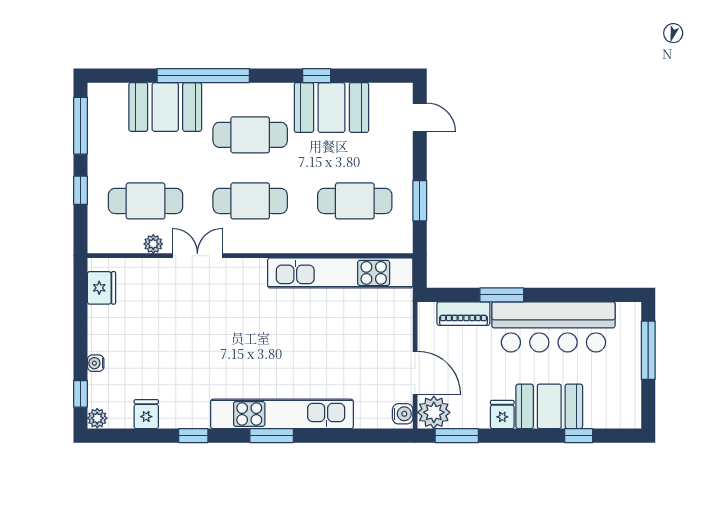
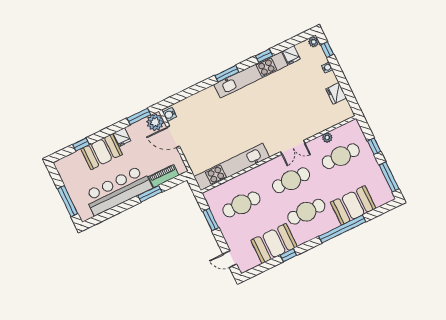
double door: (197, 256) -> (293, 147), moved
fridge: (101, 288) -> (336, 93), moved
kitchen unit: (282, 414) -> (251, 75), moved

